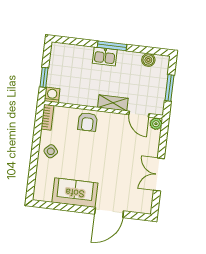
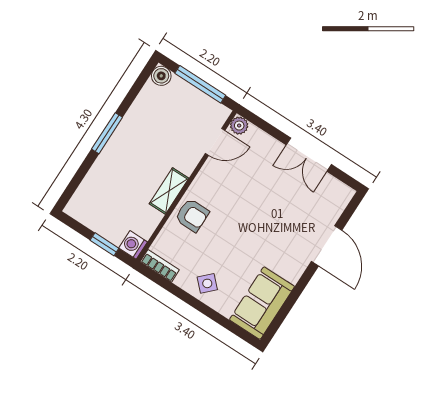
kitchen sink: (105, 56) -> (116, 150), removed
boiler: (148, 60) -> (161, 76), moved
window: (169, 88) -> (200, 84), width x1.44
shelving: (113, 103) -> (169, 191), moved
sofa: (75, 193) -> (262, 303), moved

